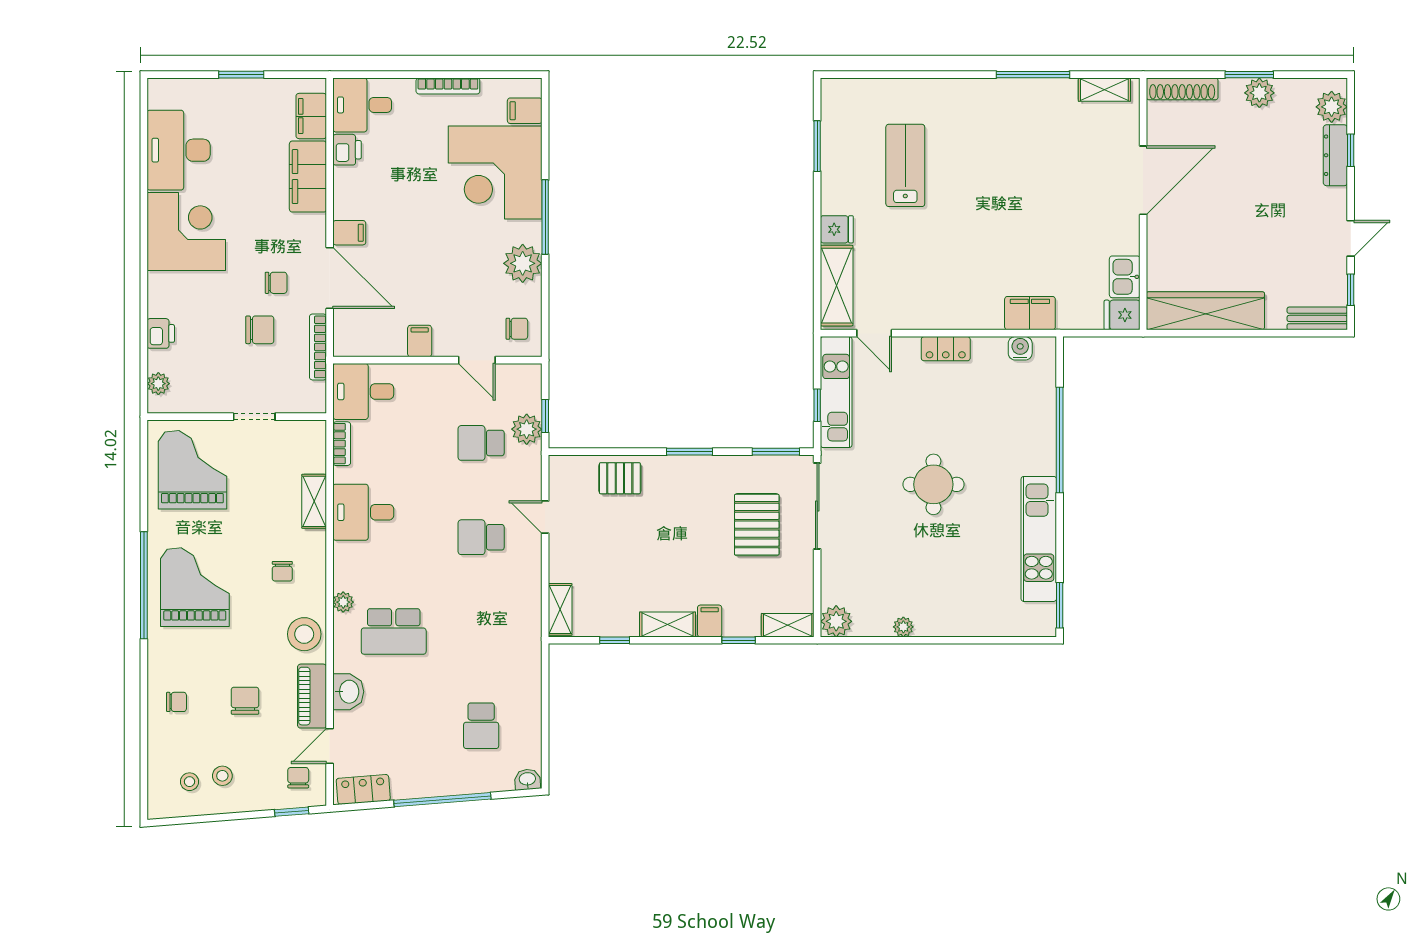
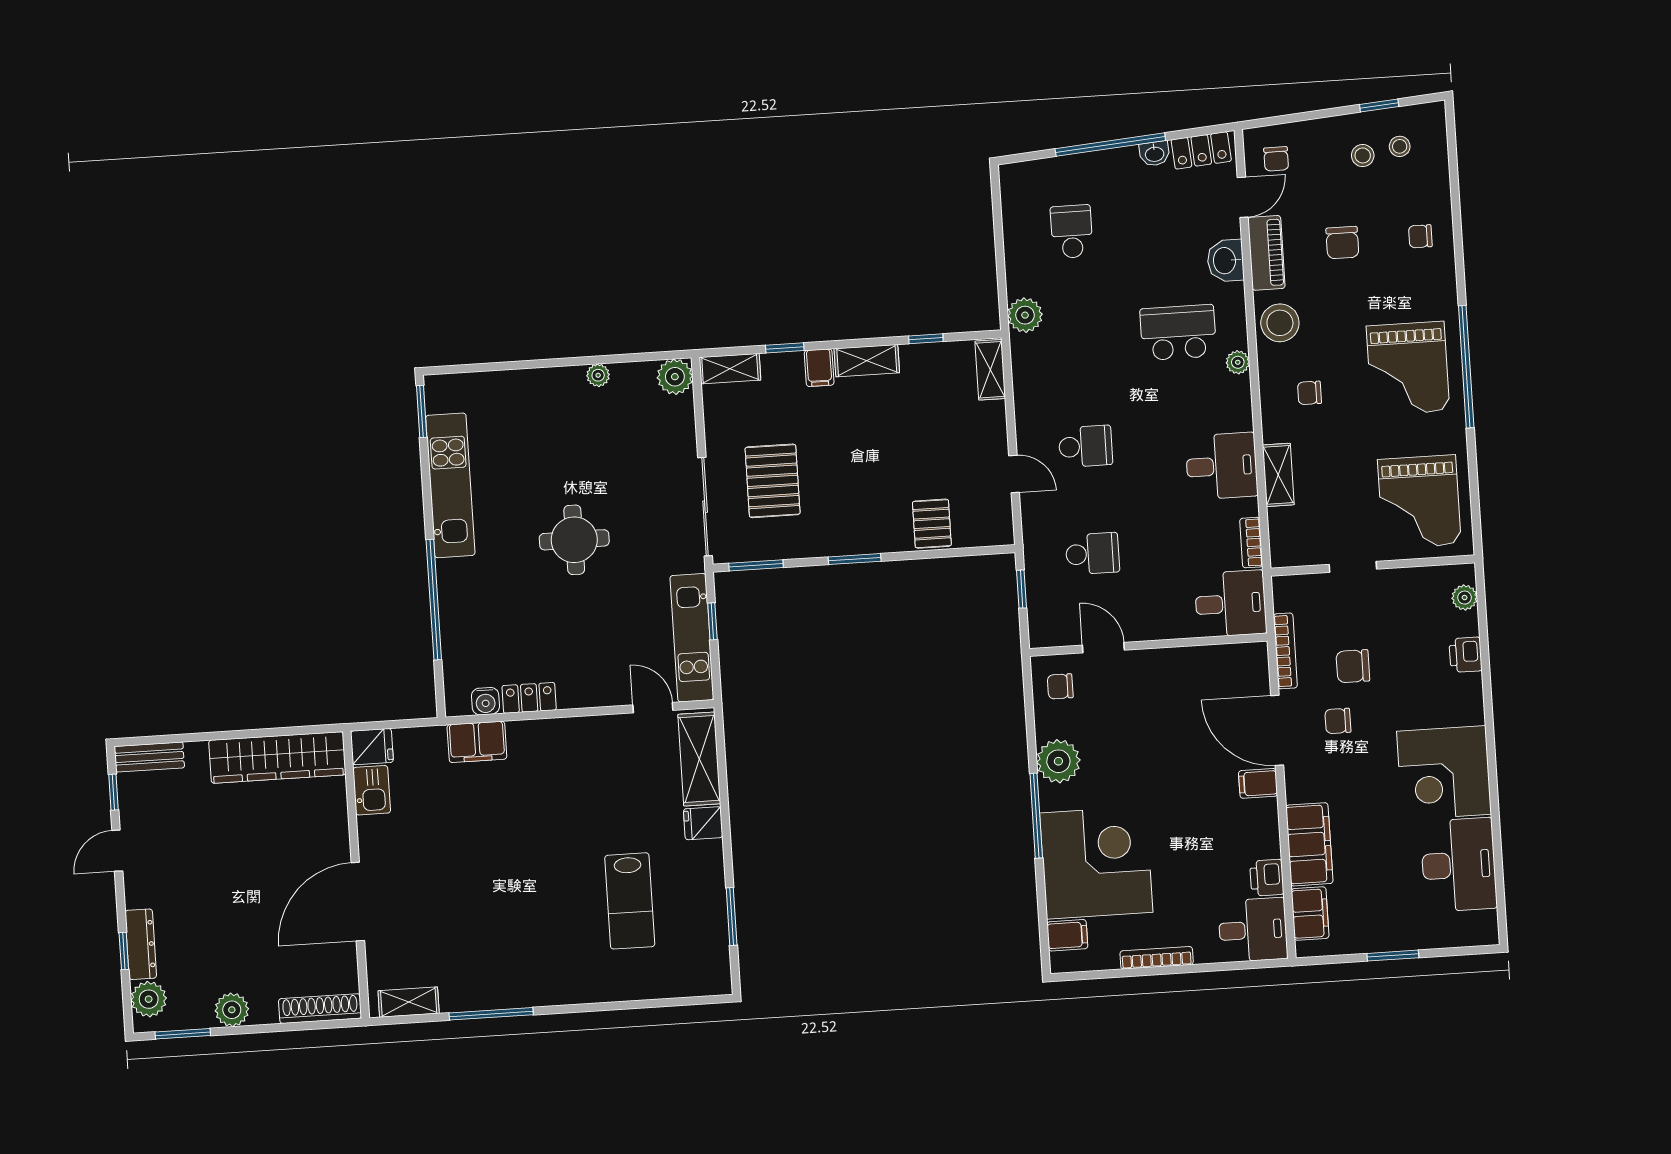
window: (1249, 75) -> (183, 1034), moved
filing cabinet: (420, 341) -> (1170, 665), removed
locker: (946, 349) -> (529, 698), moved
plant: (527, 429) -> (1025, 315), moved
pallet: (620, 478) -> (932, 524), turned 90
chair: (282, 571) -> (1309, 393), turned -90
washbasin: (527, 779) -> (1154, 154), moved
window: (292, 812) -> (1379, 106), moved

